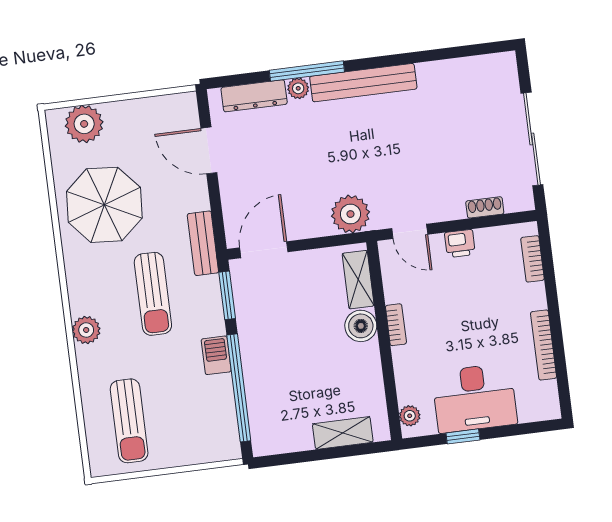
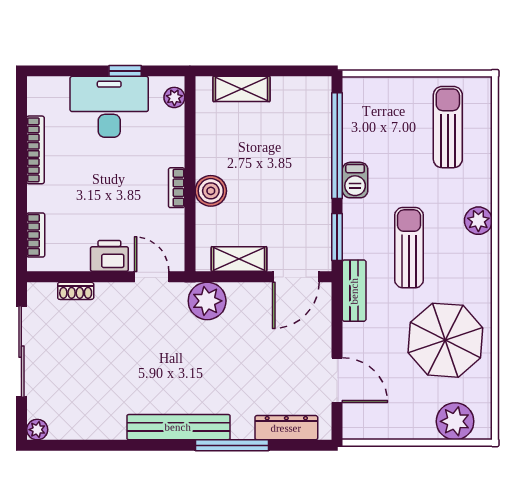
plant: (298, 88) -> (37, 430), moved
printer: (460, 243) -> (109, 256), width x1.36, depth x1.24
shelving: (358, 280) -> (239, 259), moved, turned 90

